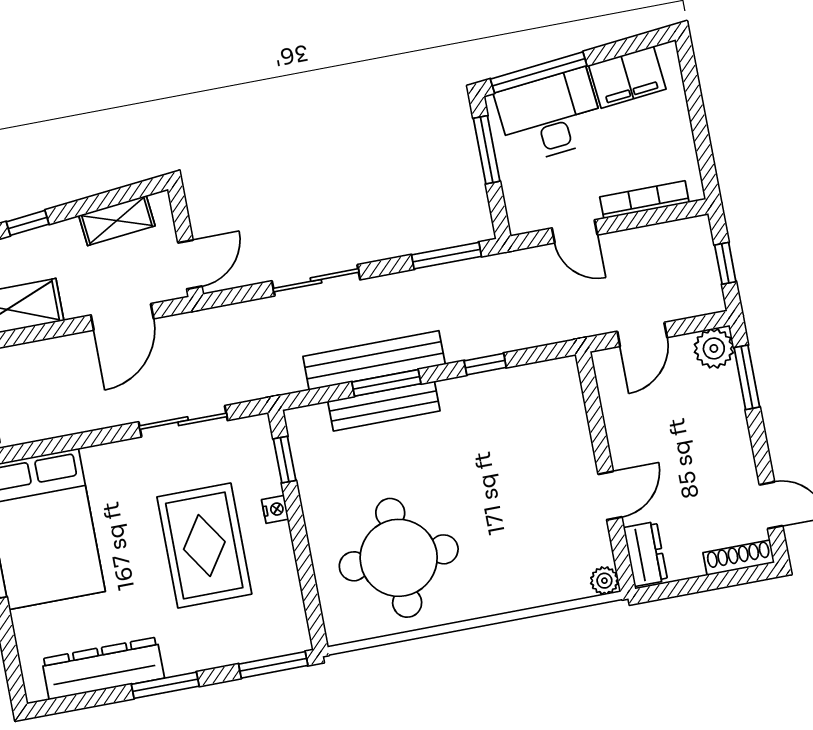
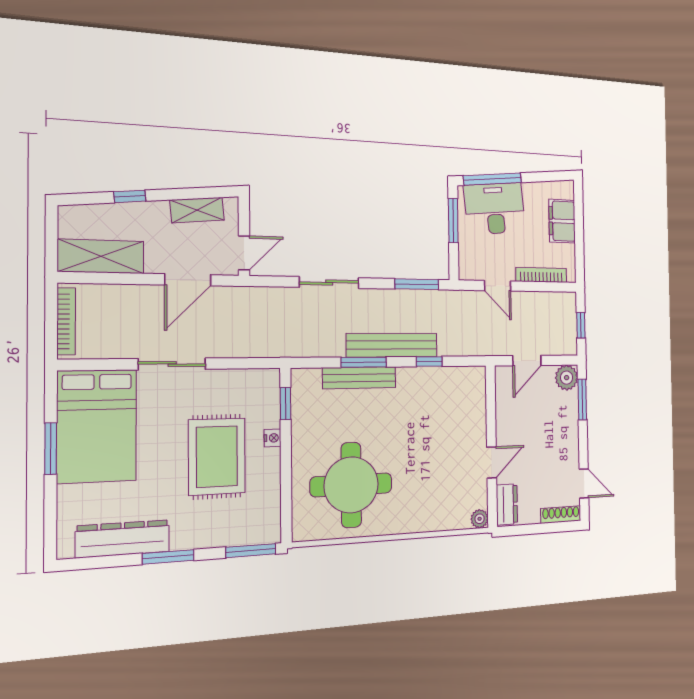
filing cabinet: (627, 77) -> (562, 221), moved, turned 96
bench: (374, 360) -> (392, 345), moved
sliding door: (183, 421) -> (172, 364), moved

